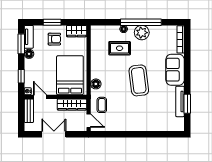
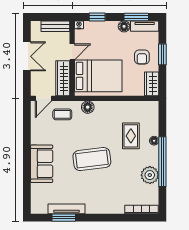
plant: (142, 33) -> (150, 175), moved
sofa: (175, 70) -> (42, 164), moved, turned 90
door: (40, 97) -> (72, 52), moved

